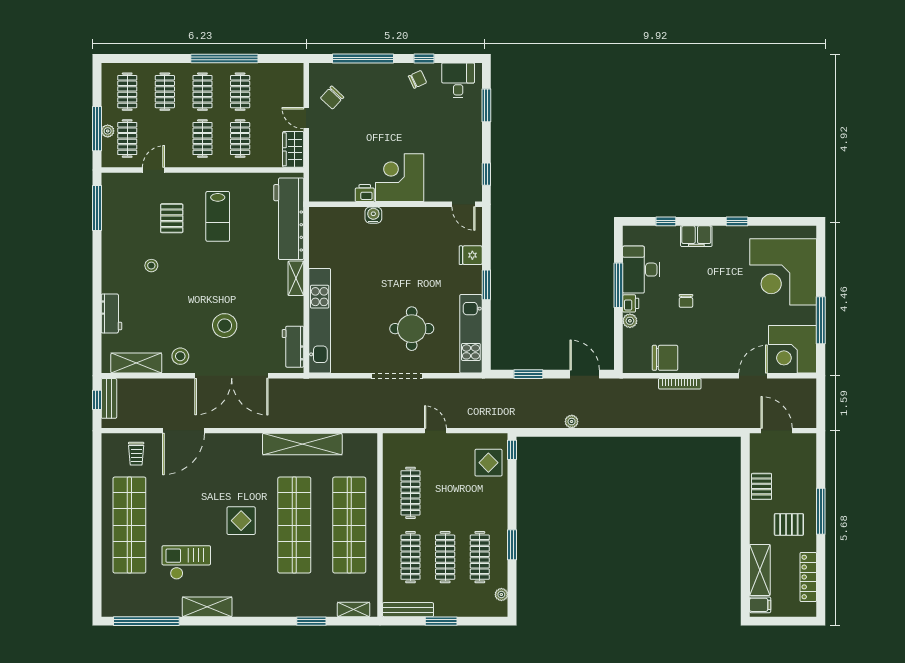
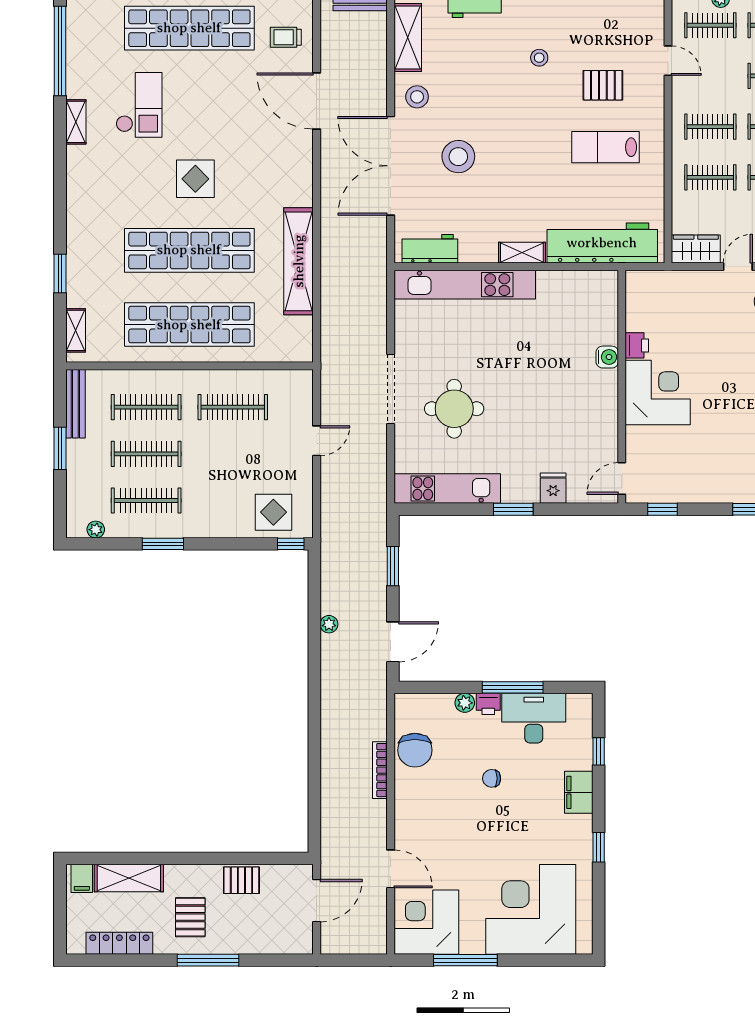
shelving: (207, 607) -> (76, 122), width x0.67, depth x0.75

